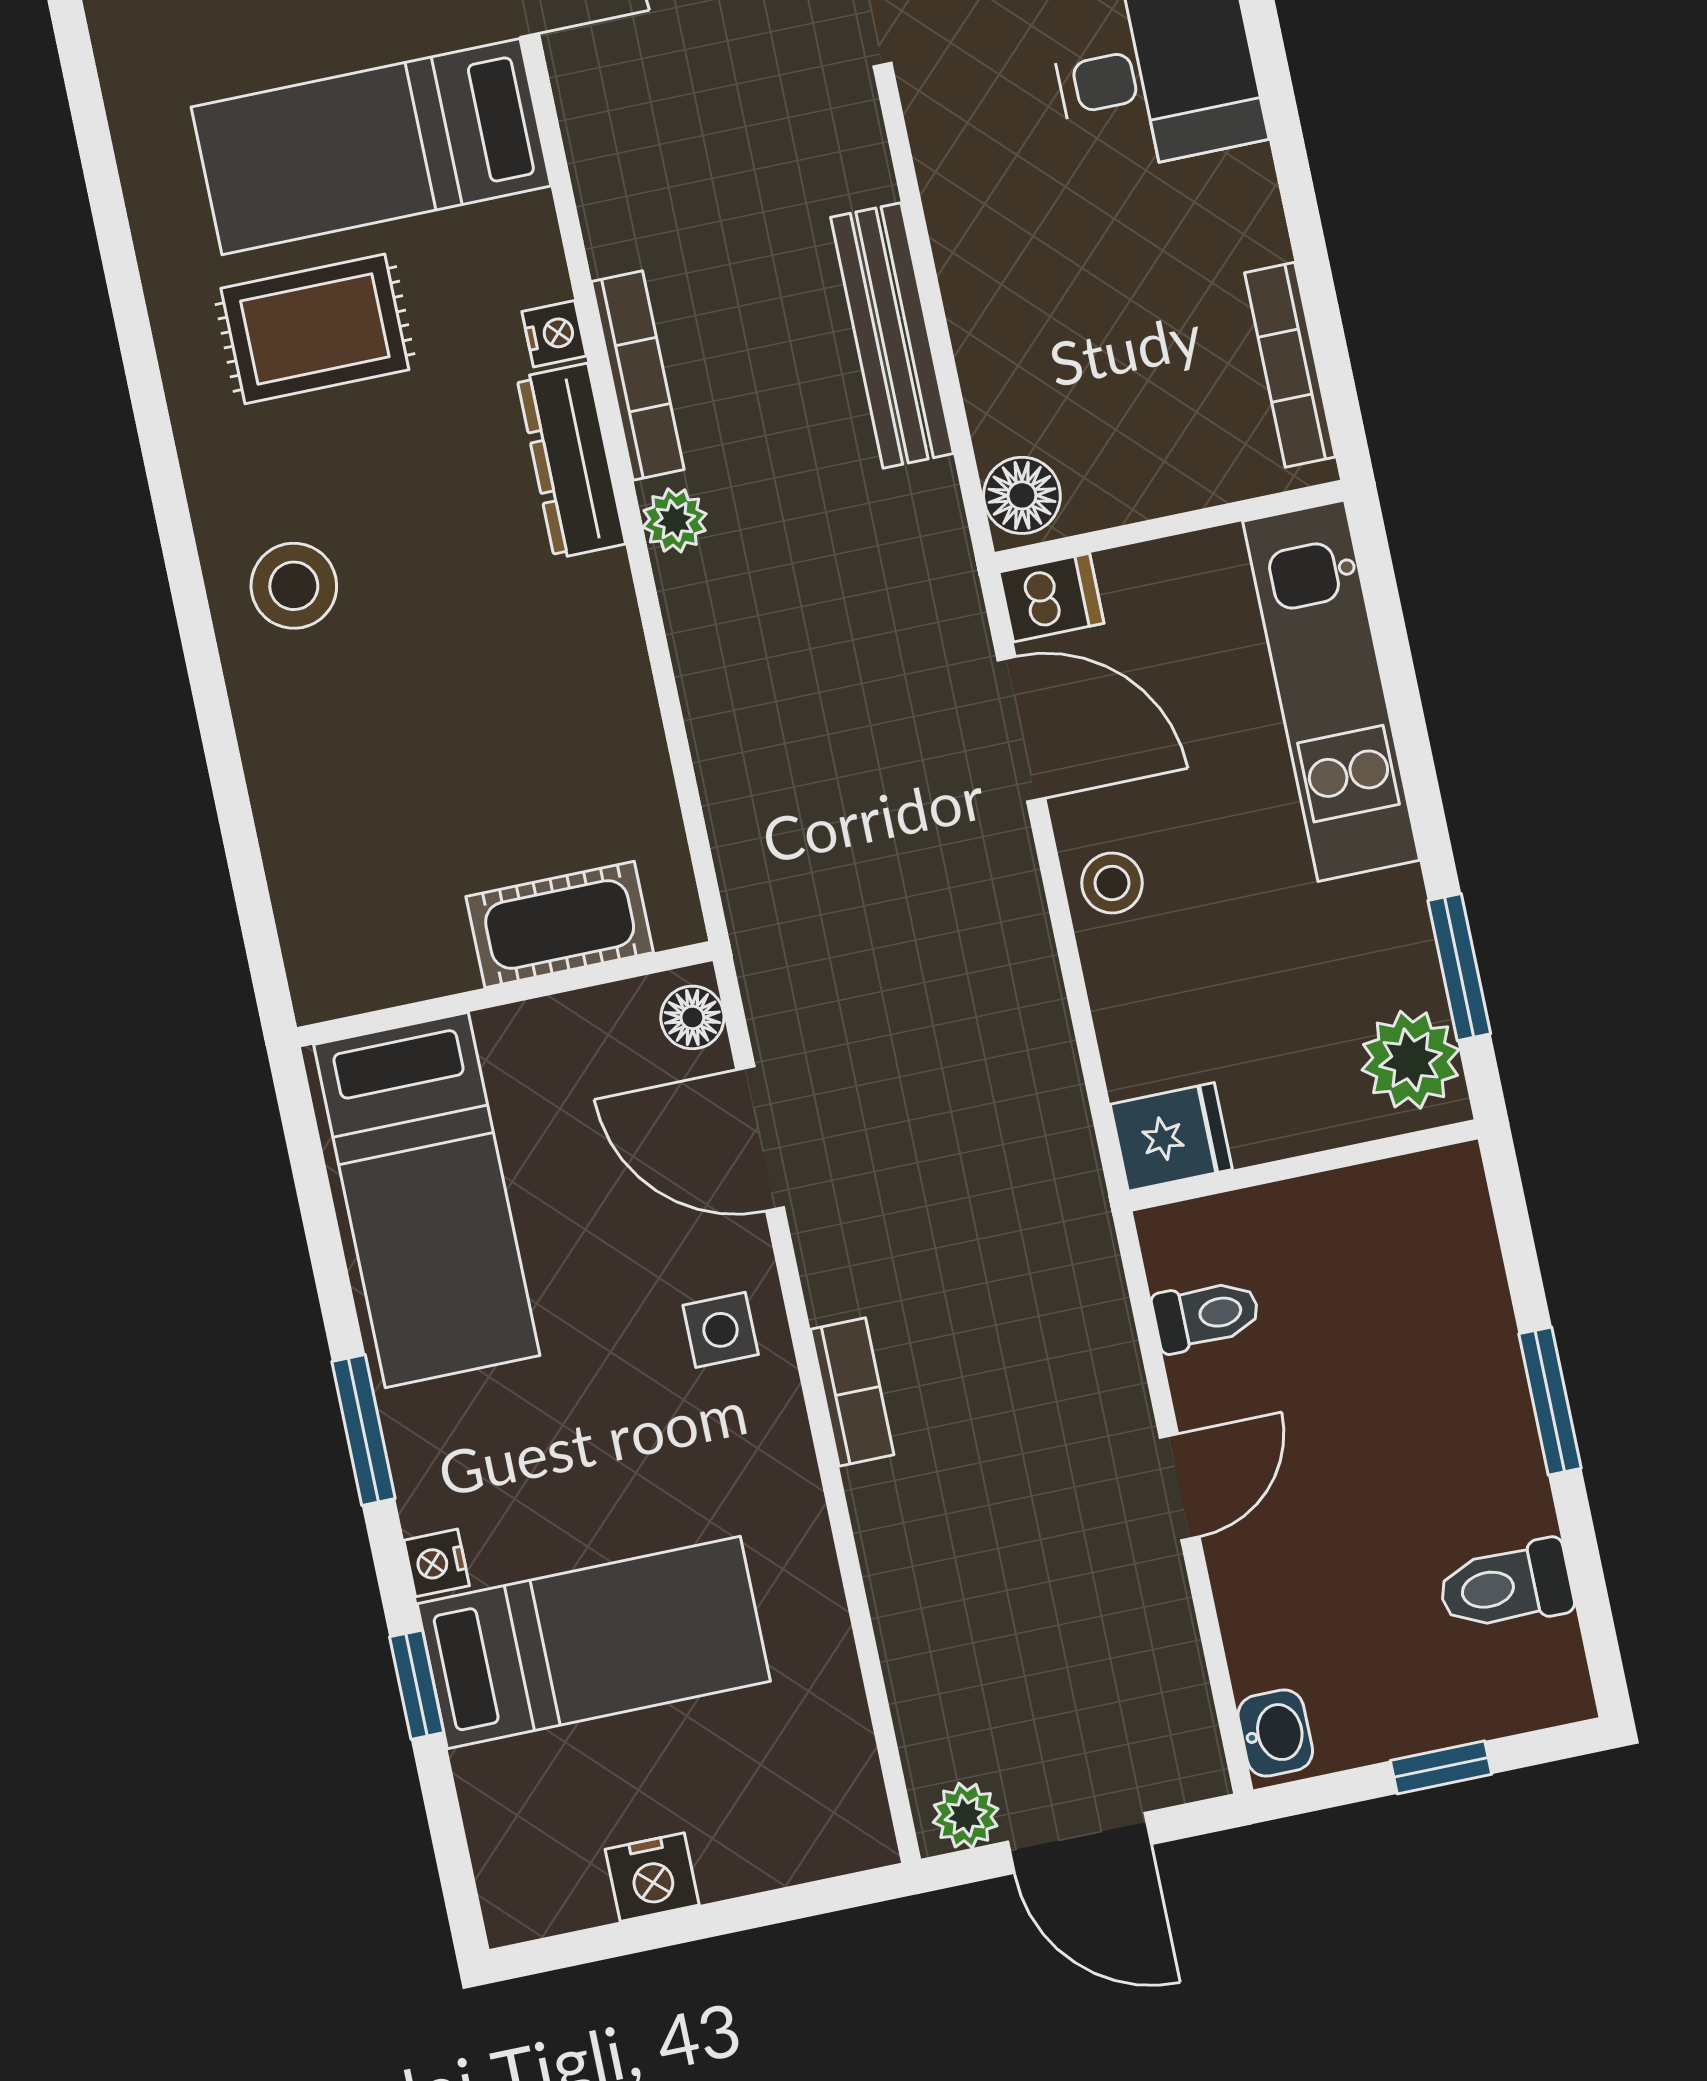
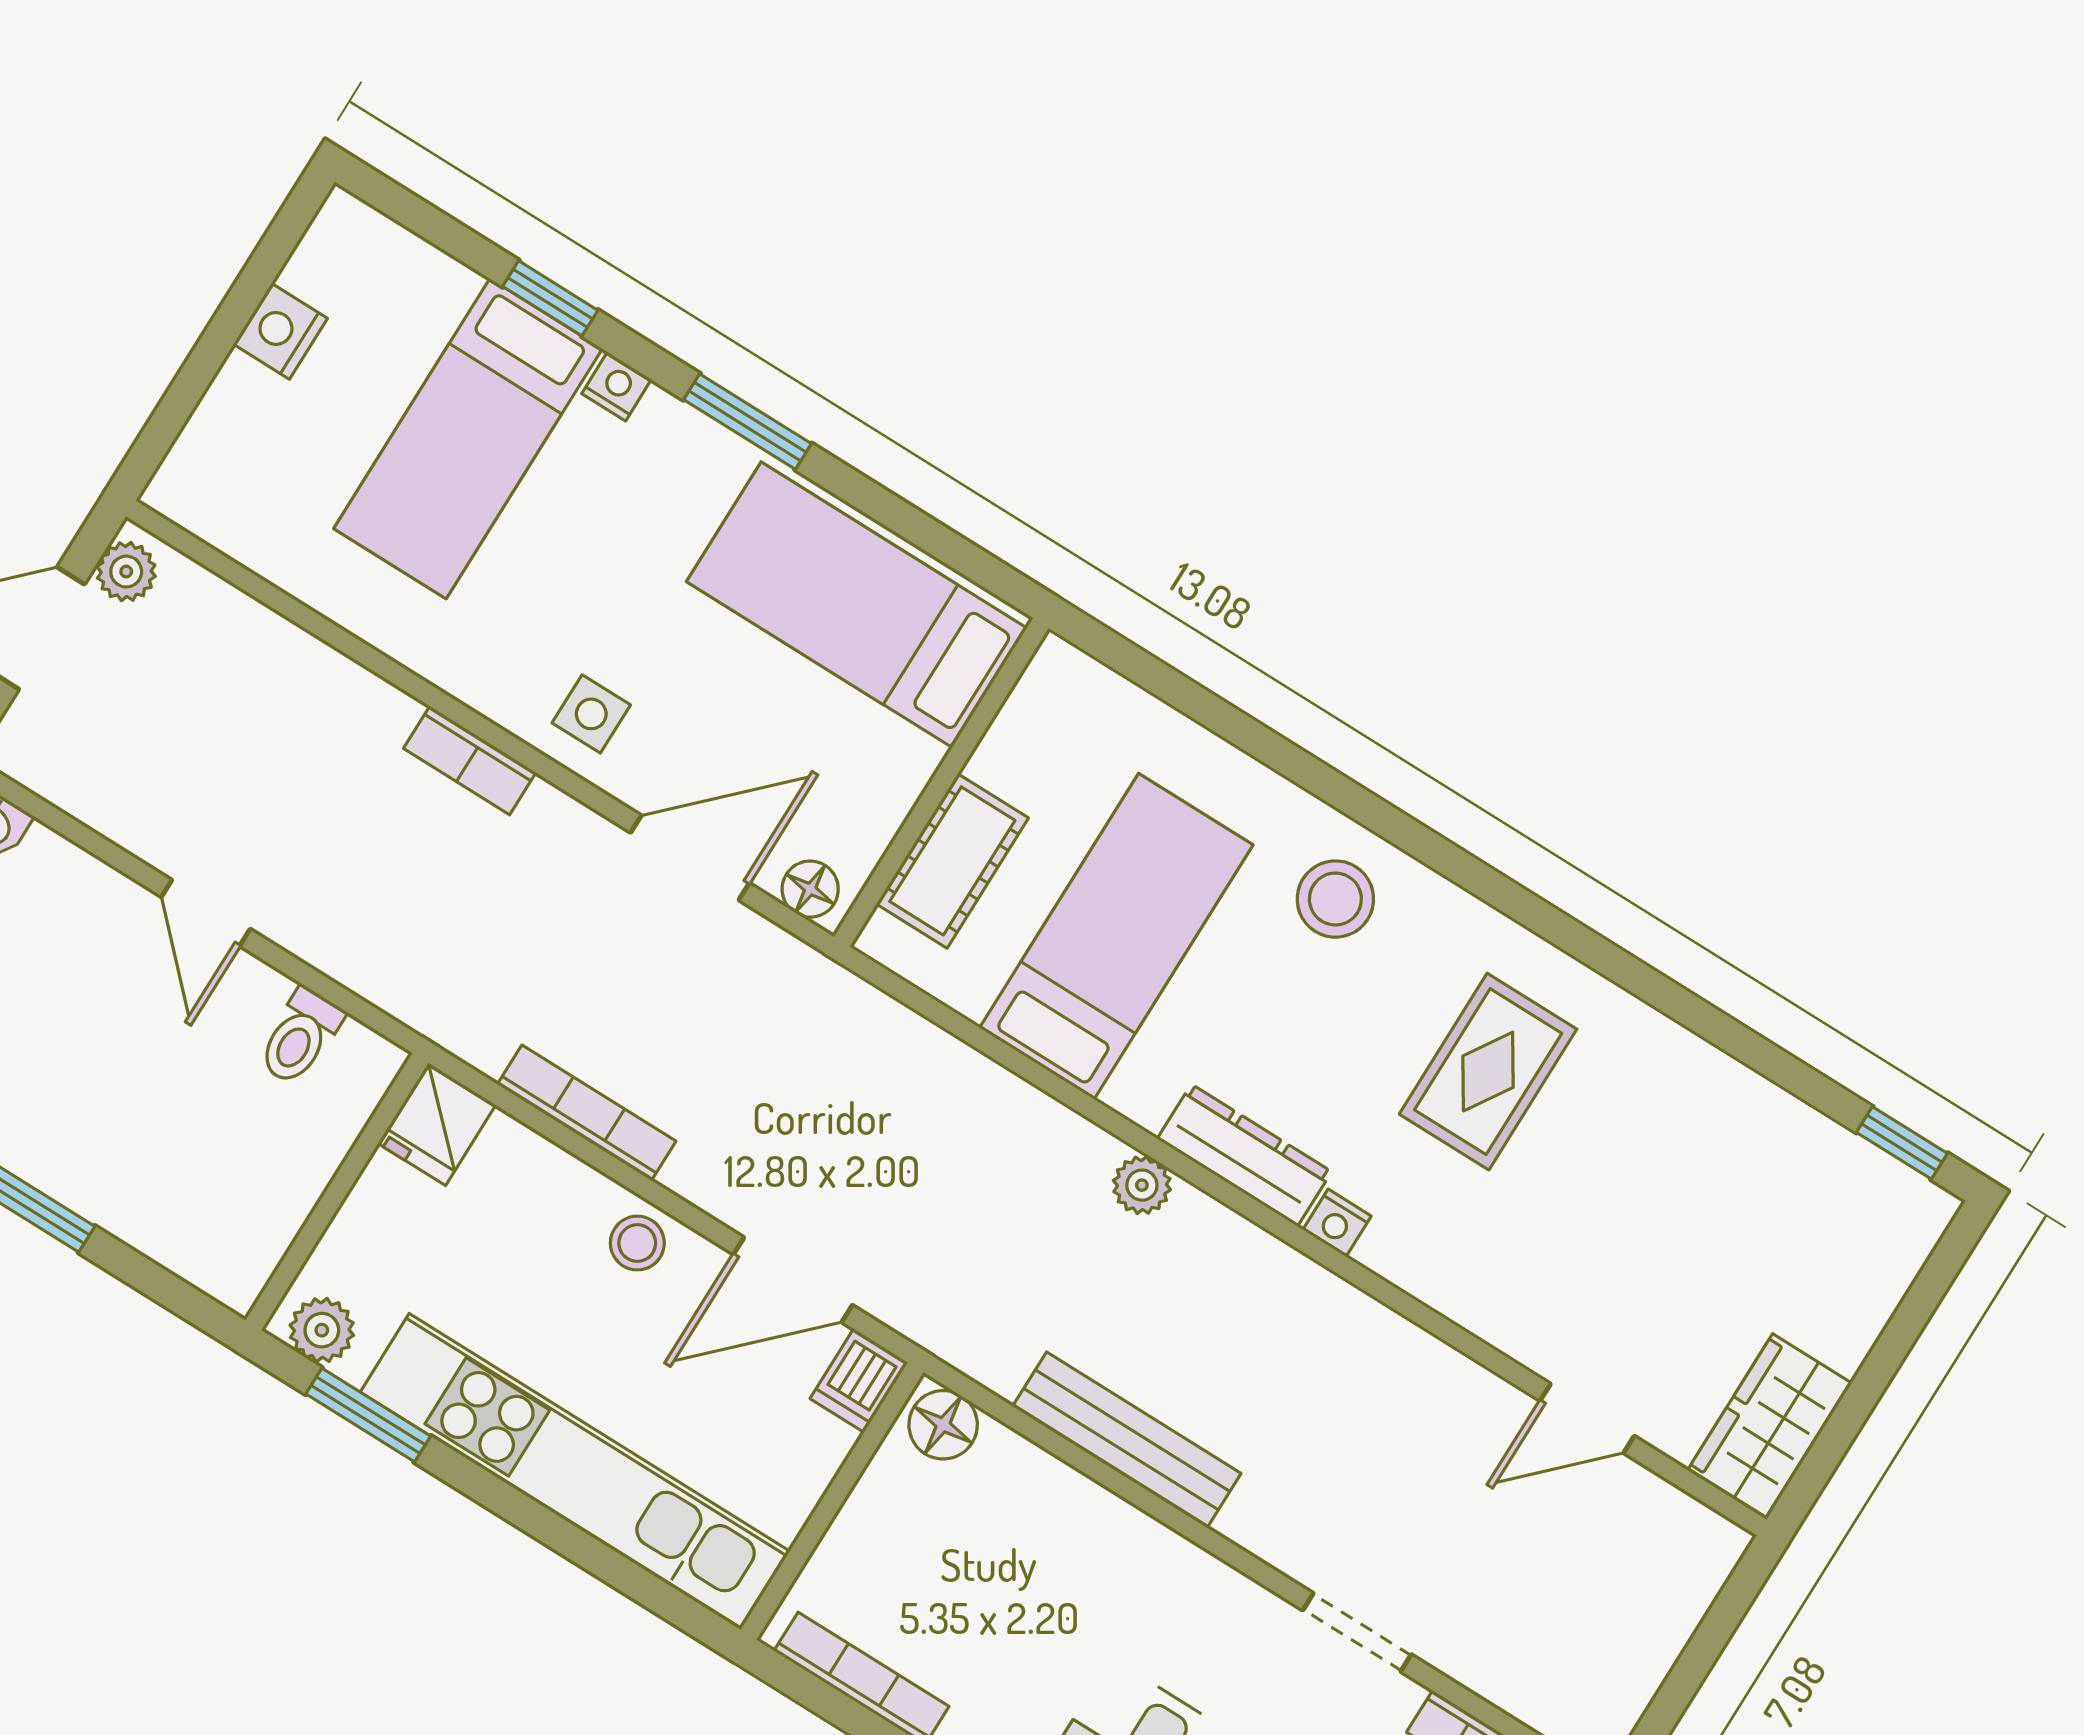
bed: (371, 147) -> (1116, 936), moved
bookcase: (638, 376) -> (587, 1113), moved, turned 180
kitchen unit: (1331, 691) -> (575, 1472), width x1.36
plant: (1411, 1060) -> (322, 1330), width x0.73, depth x0.73

